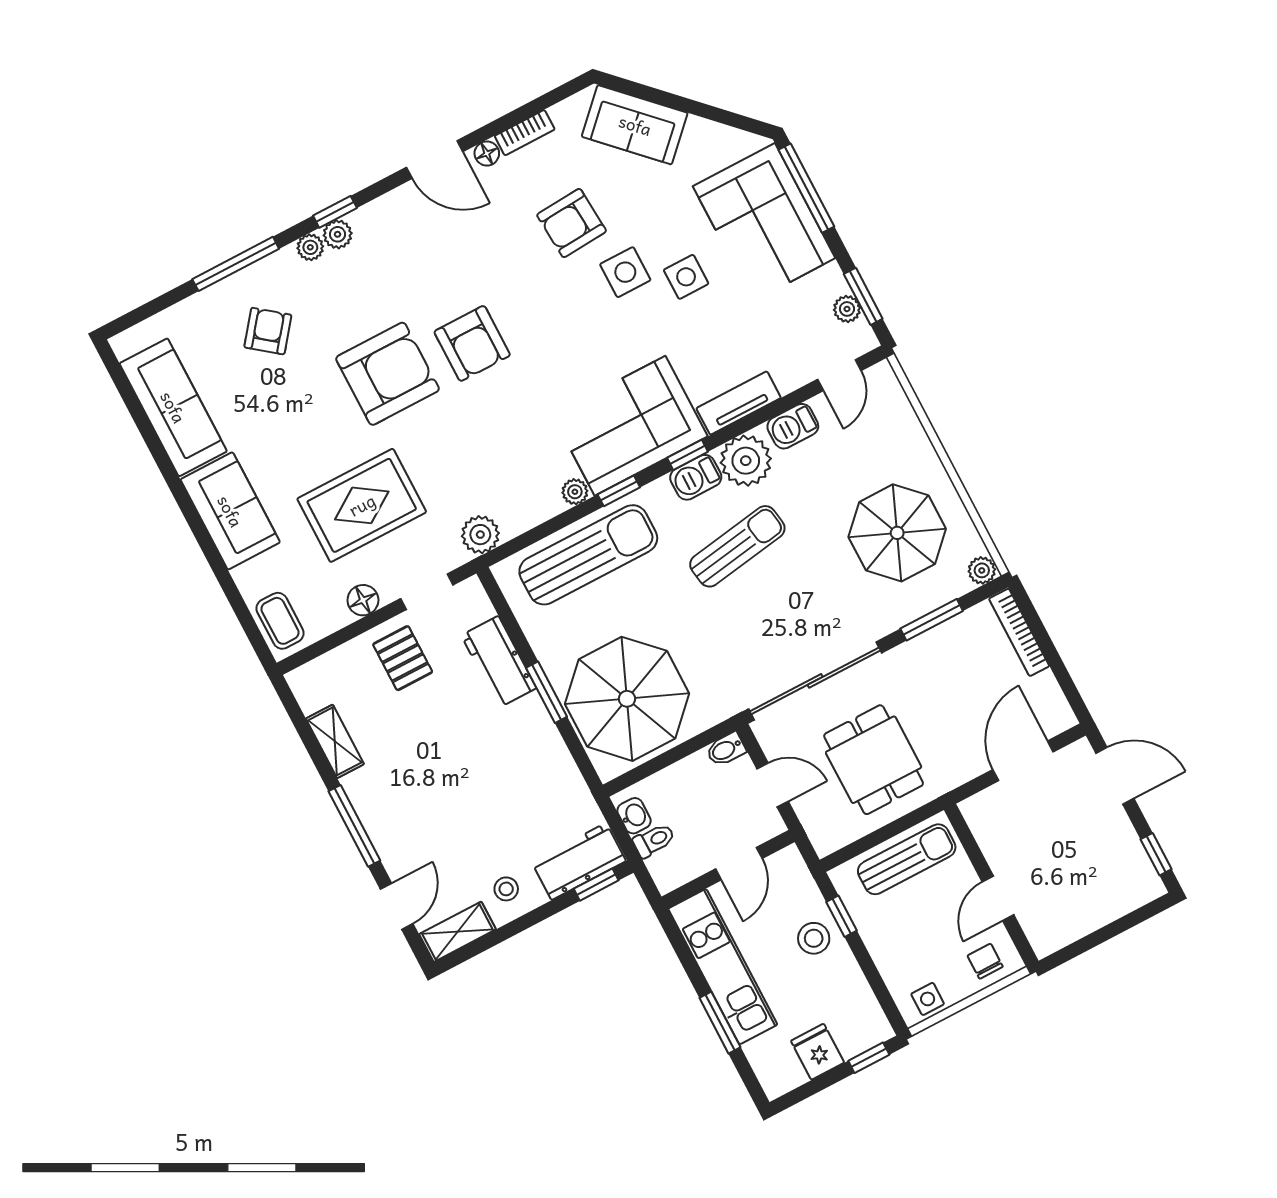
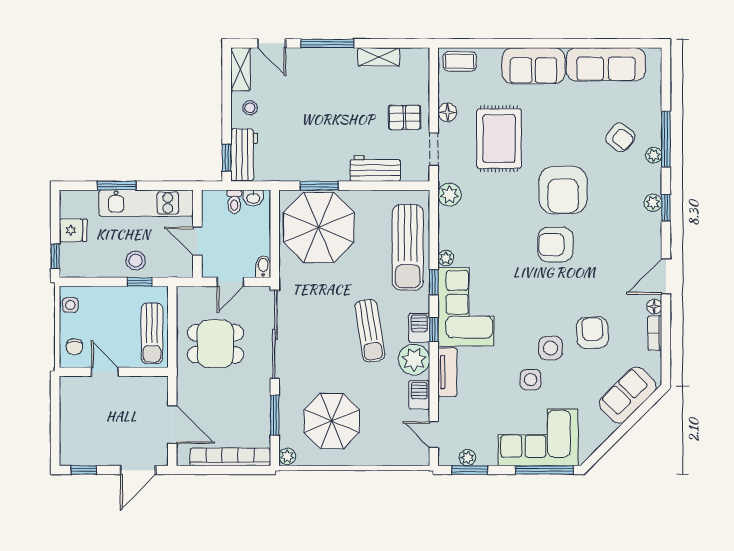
plant: (310, 247) -> (654, 155), moved
bookcase: (1019, 632) -> (230, 457), width x1.48, depth x1.31
window: (547, 692) -> (319, 186), moved
chair: (985, 961) -> (74, 347), turned 90

